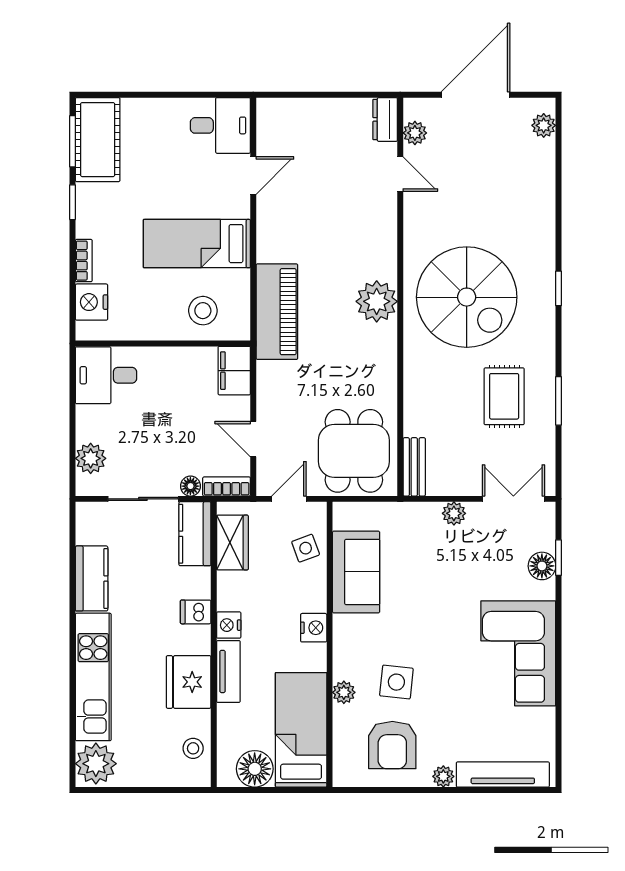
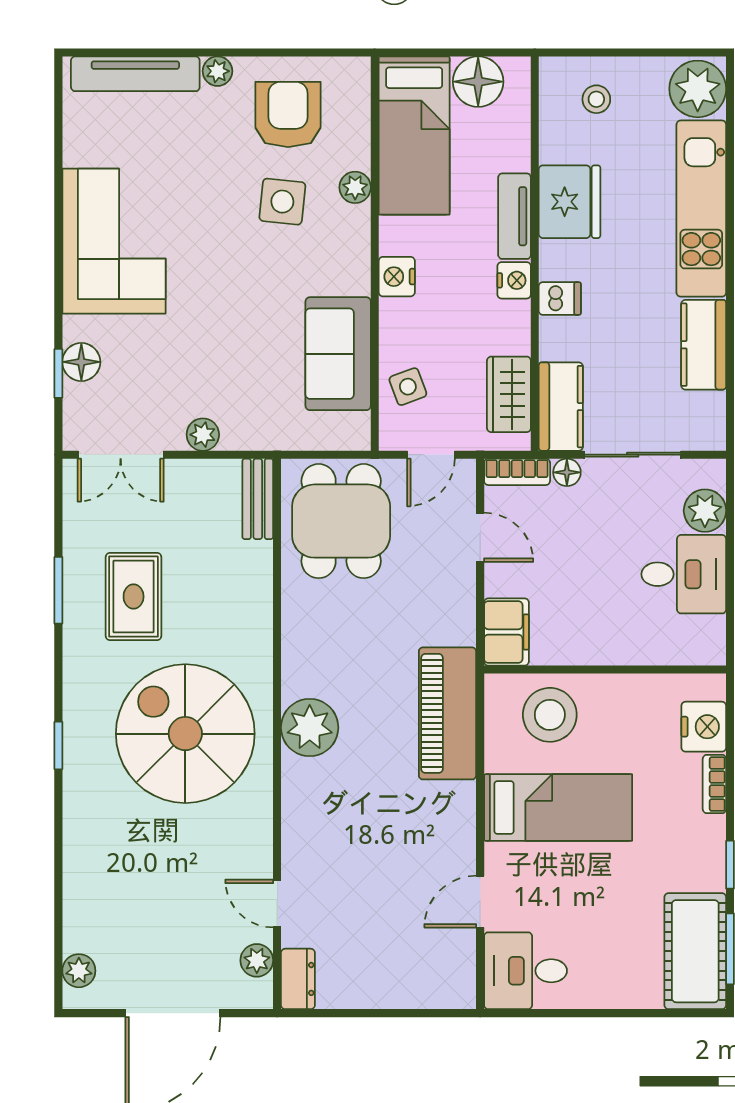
stool: (203, 311) -> (550, 715), width x1.38, depth x1.38
desk: (106, 375) -> (684, 574), moved
stool: (193, 748) -> (596, 99), moved

